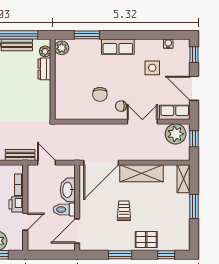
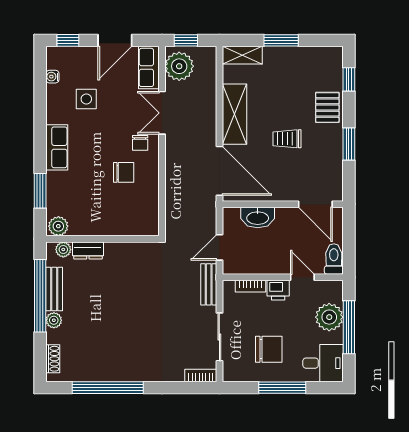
toilet: (64, 210) -> (334, 259), moved, turned 180

